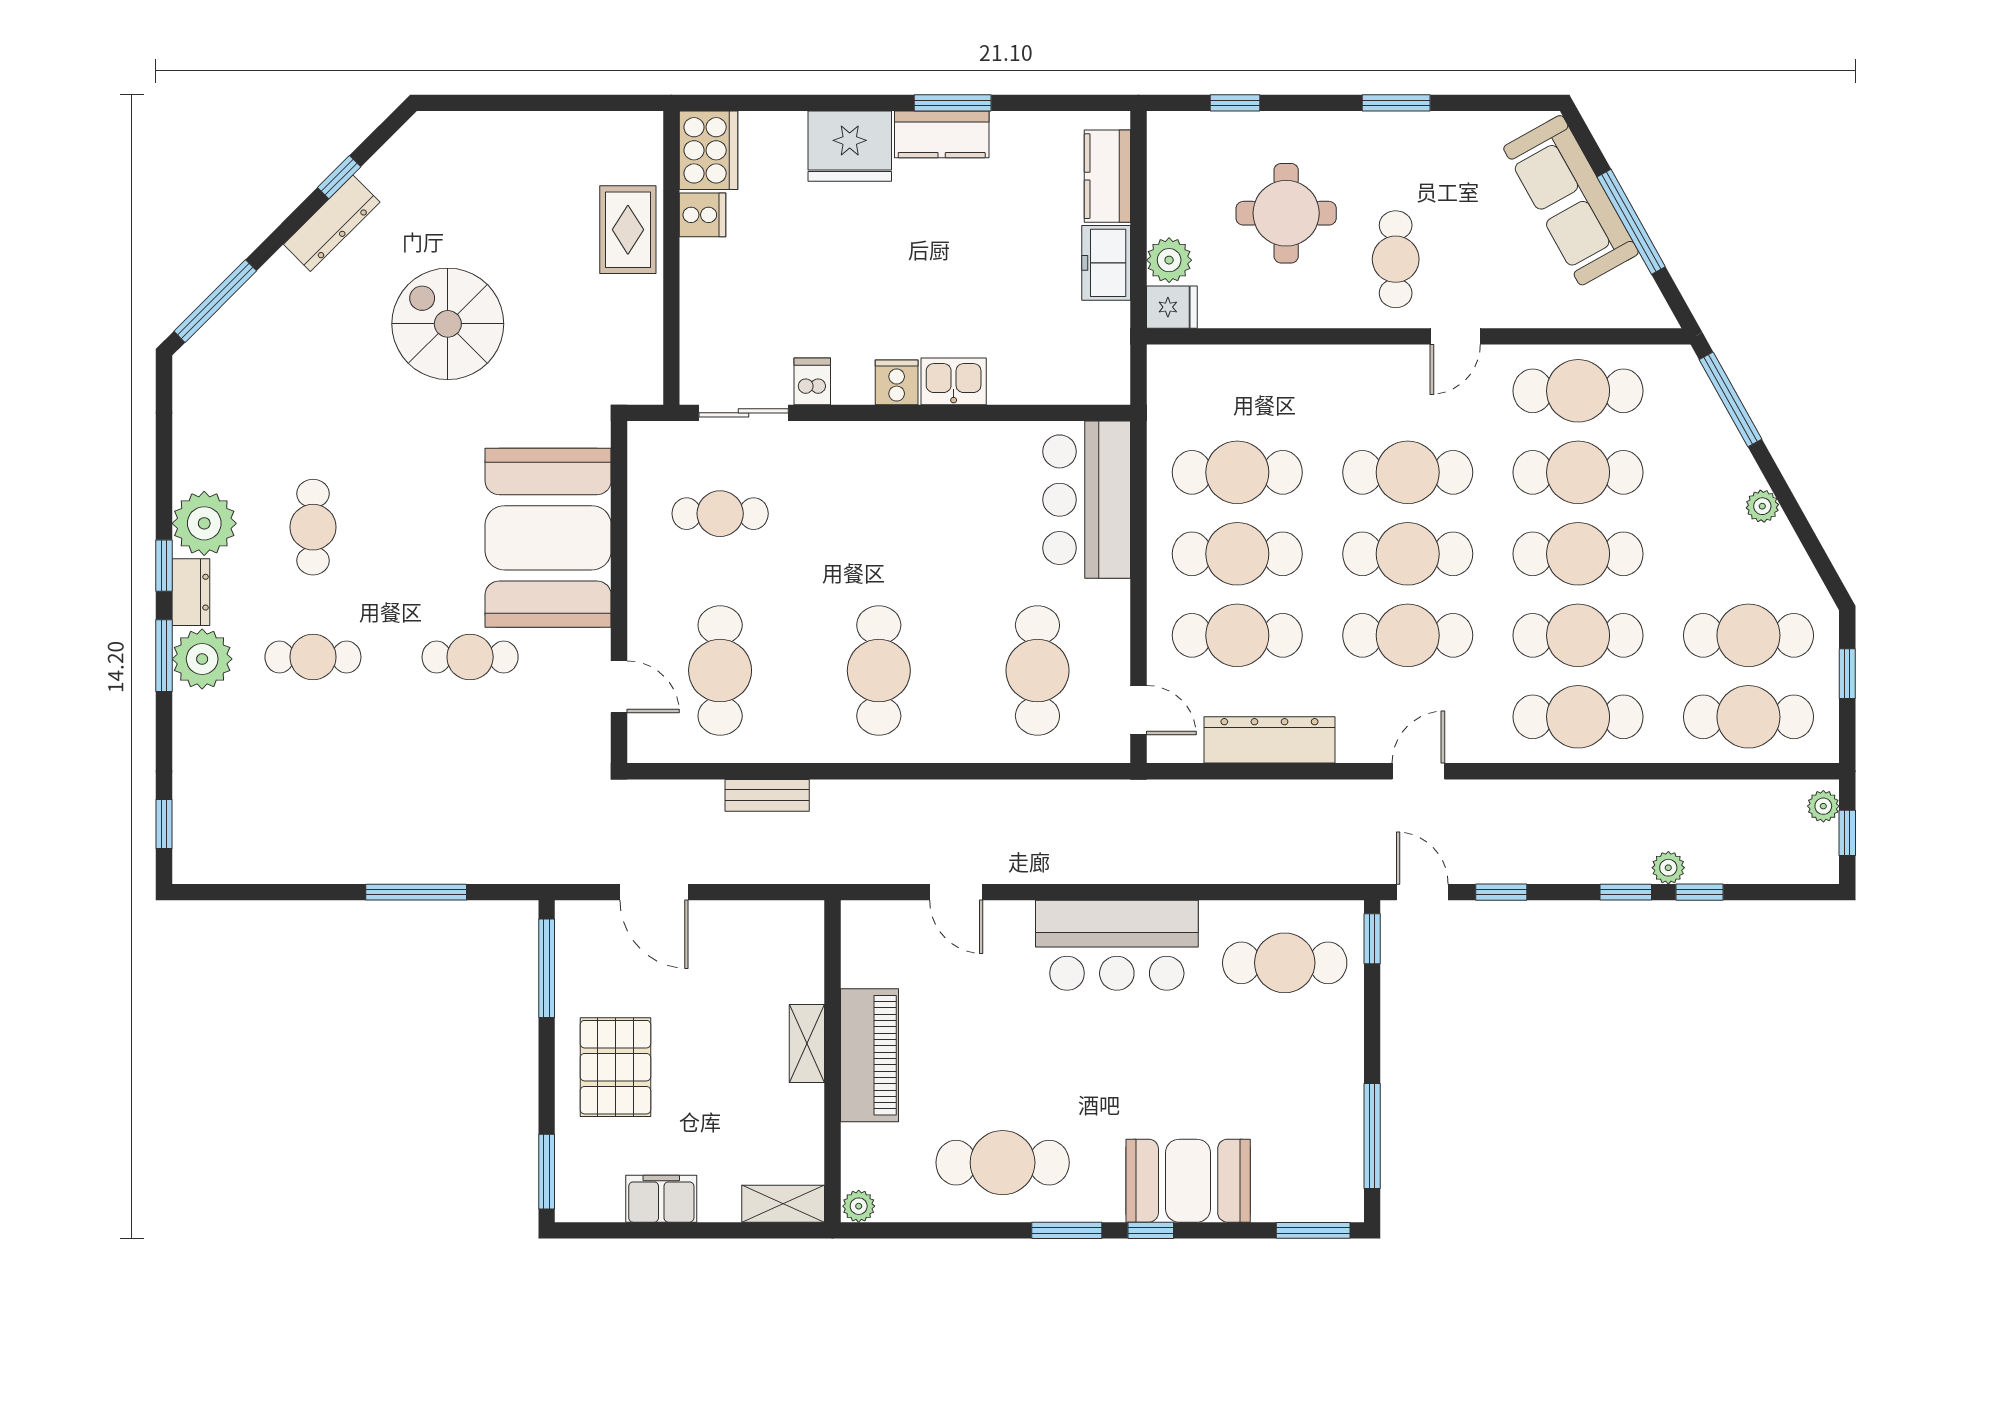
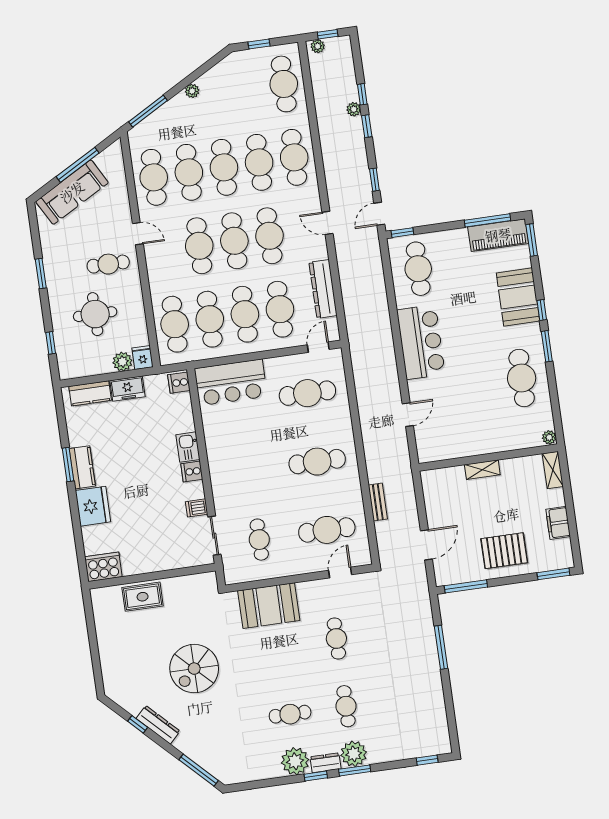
cooker: (703, 215) -> (179, 383), moved, turned -90
booth: (548, 538) -> (269, 606), width x0.73, depth x0.70
cafe table: (1748, 635) -> (175, 324), moved
piano: (869, 1055) -> (498, 235), moved, turned 180

